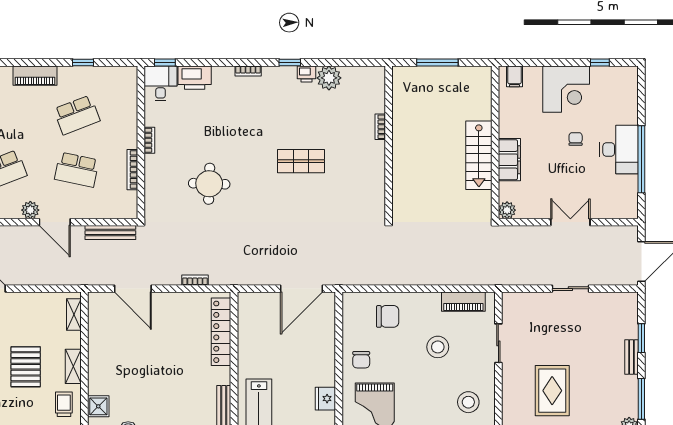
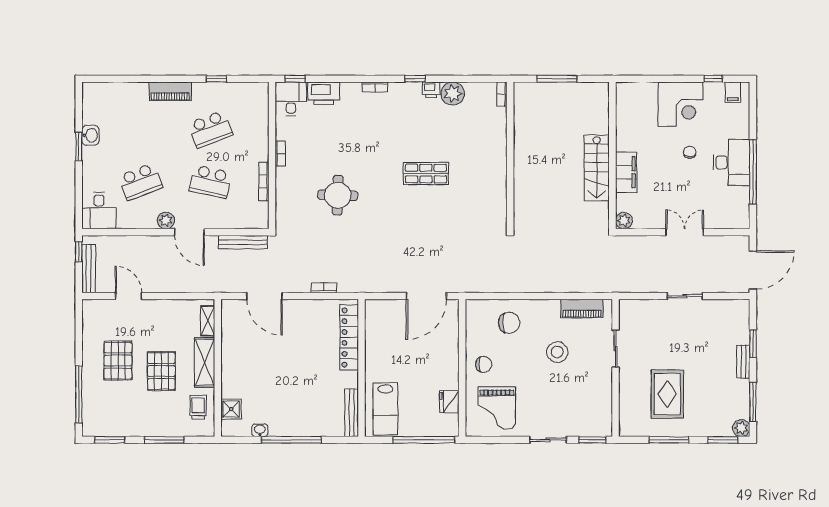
filing cabinet: (514, 76) -> (733, 92), moved
bookcase: (380, 127) -> (502, 94), moved
chair: (361, 360) -> (484, 364), turned -90
shelving: (73, 366) -> (205, 362), width x1.50, depth x1.33
stool: (468, 402) -> (587, 405), removed

